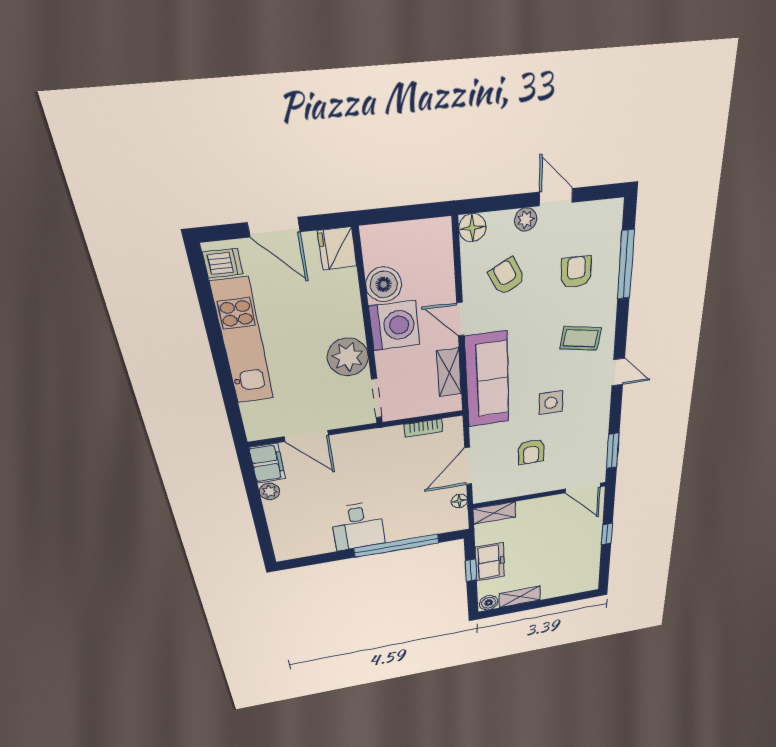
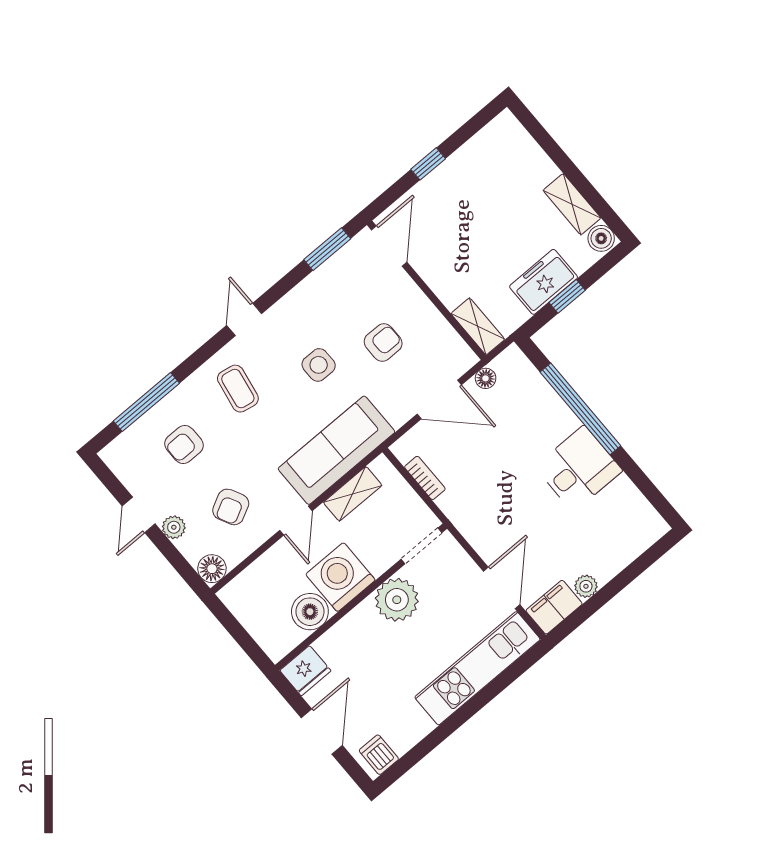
kitchen unit: (243, 342) -> (477, 668), moved

